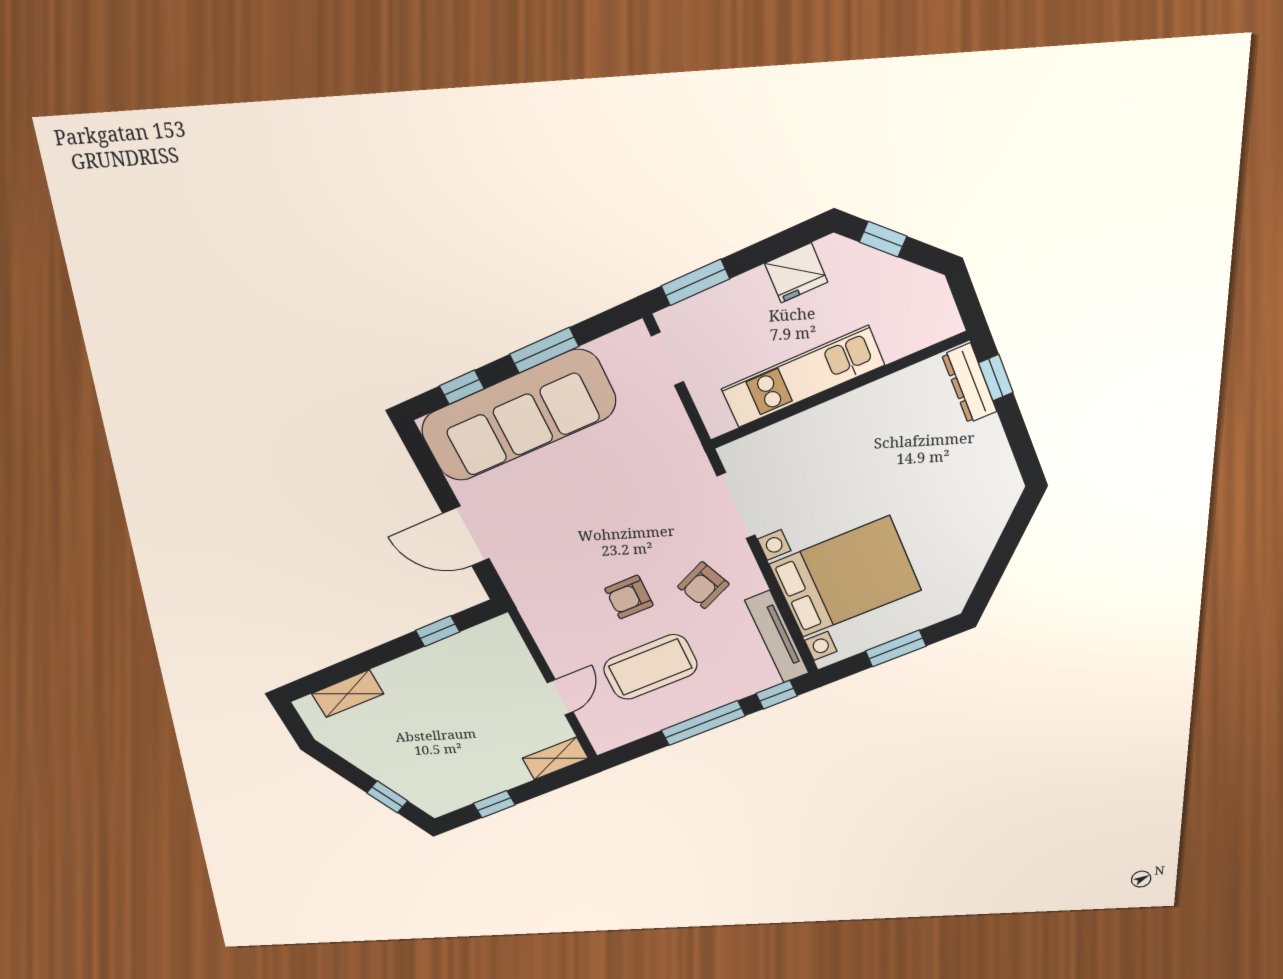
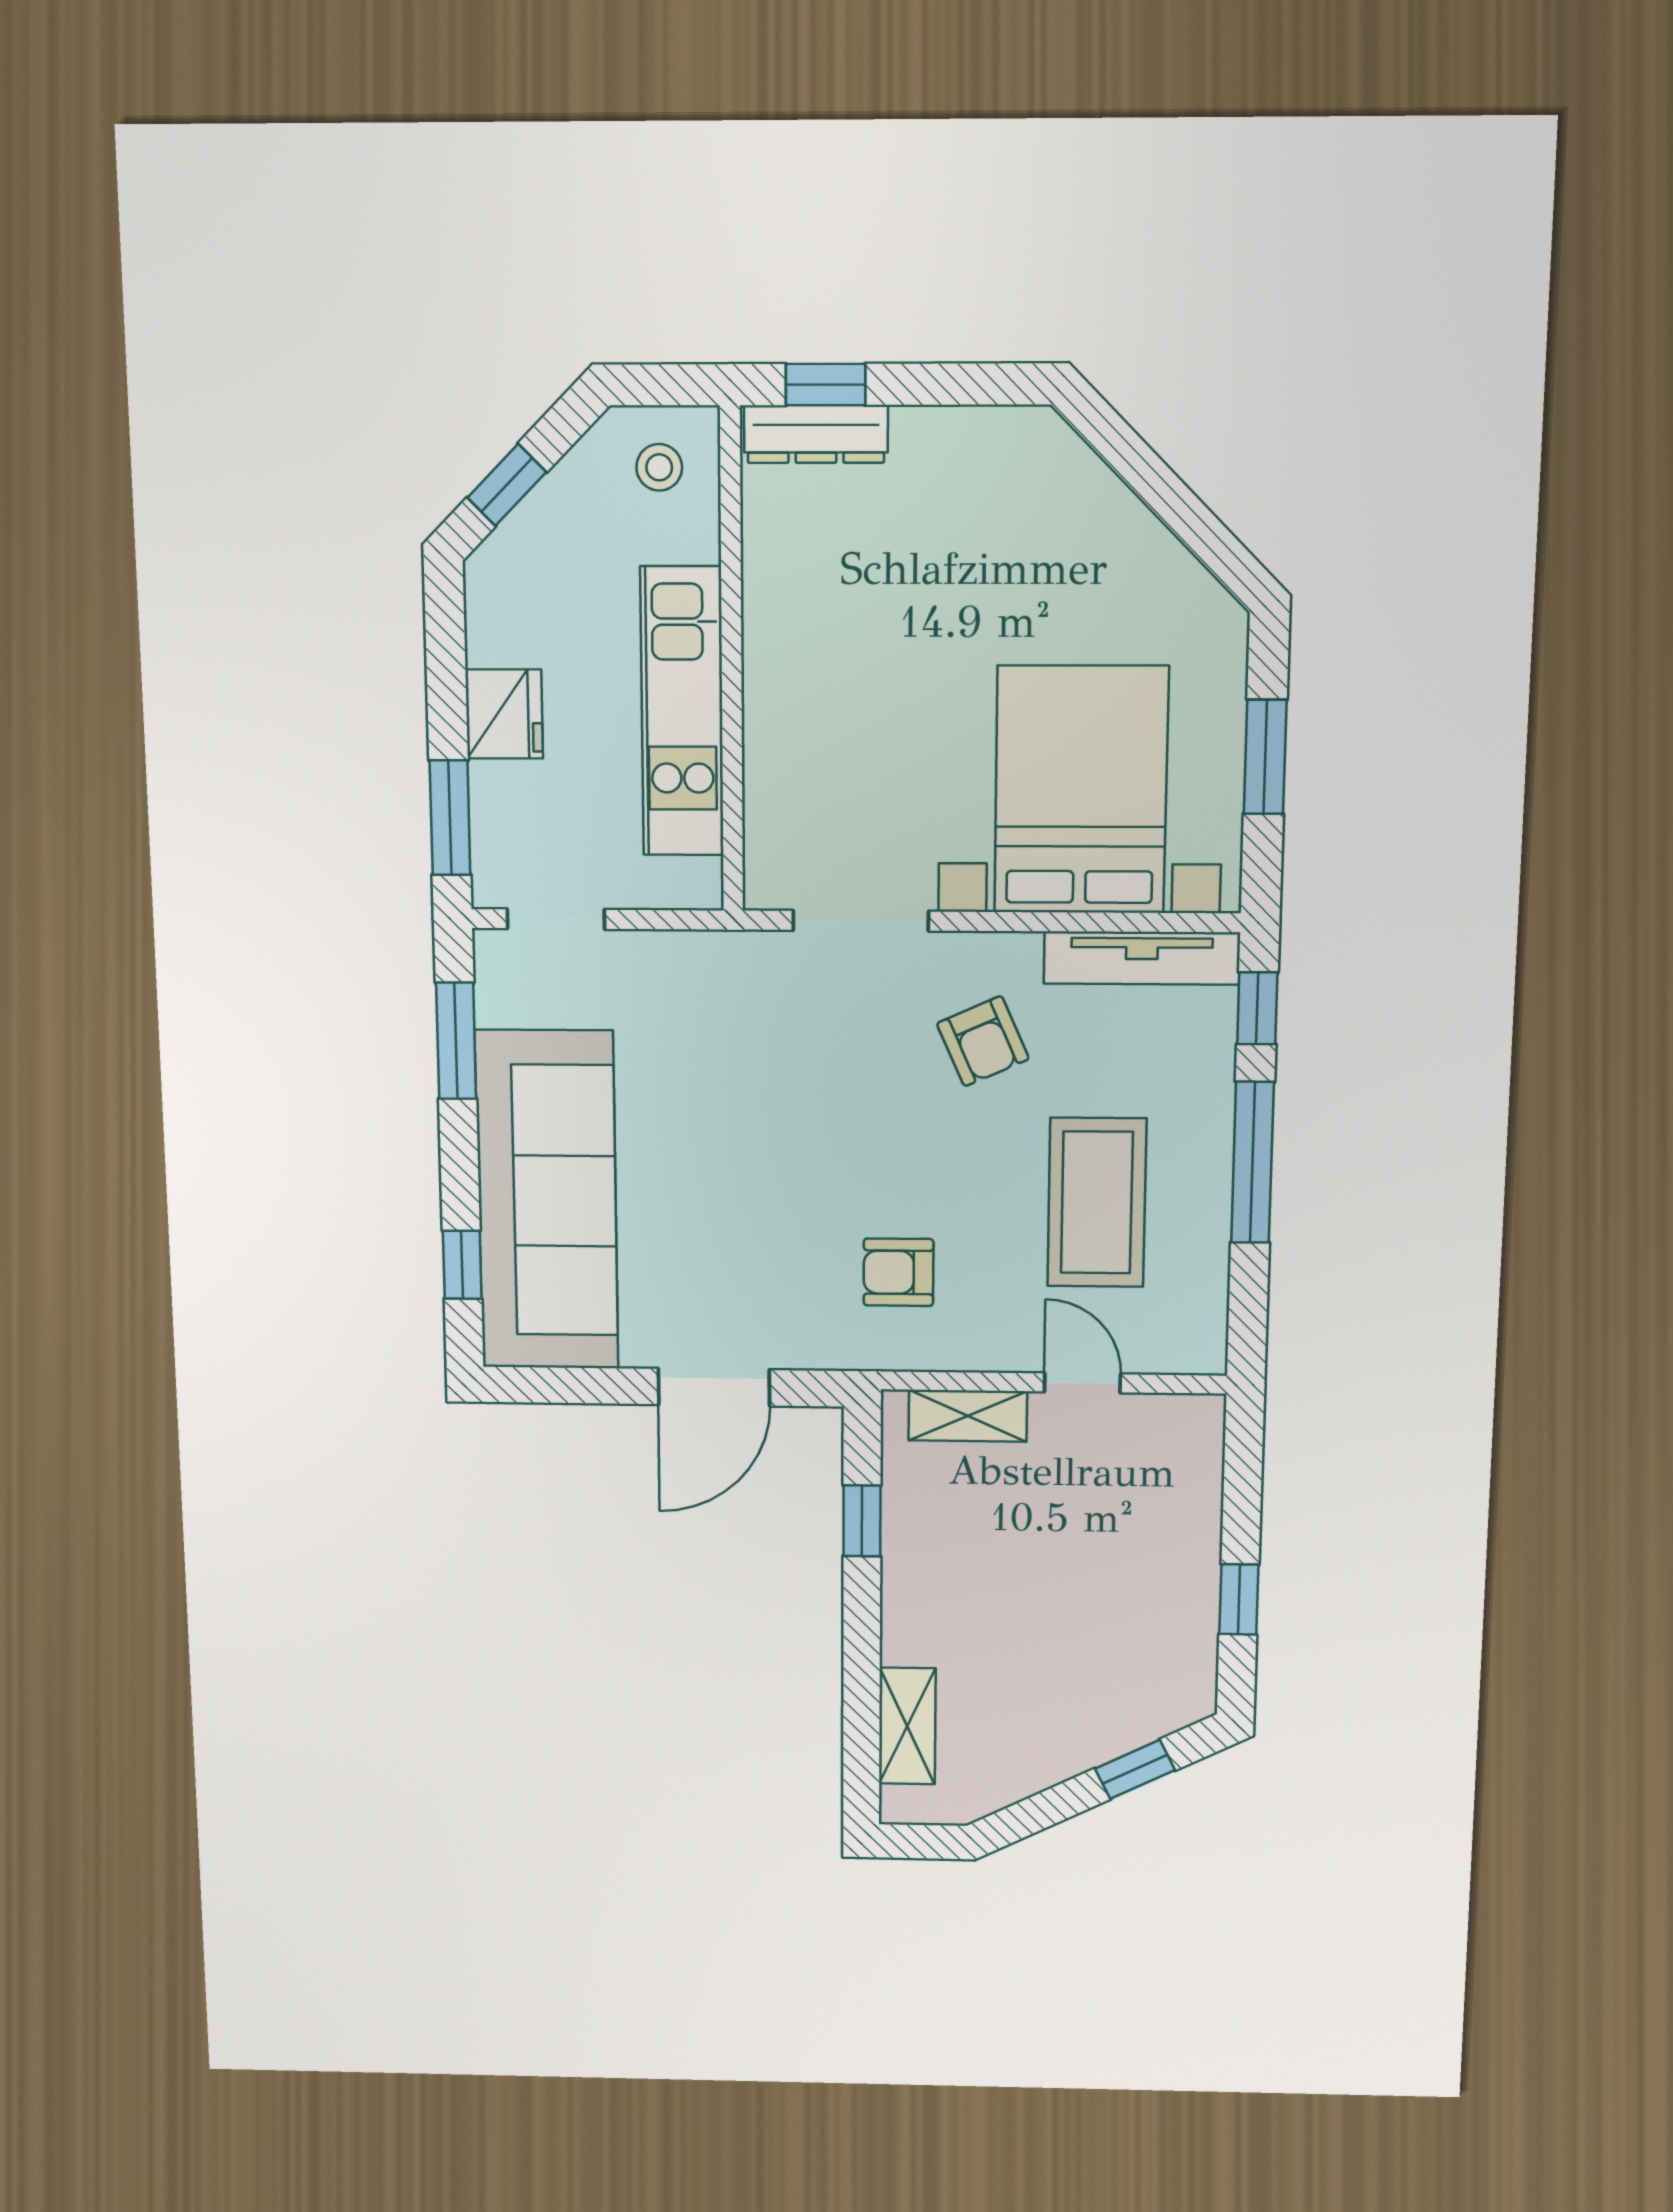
fridge: (796, 273) -> (504, 714), moved
stool: (923, 314) -> (659, 467), added
window: (544, 350) -> (456, 1041), moved
armchair: (629, 597) -> (898, 1272), moved, turned 90
shelving: (555, 758) -> (968, 1416), moved, turned 90

